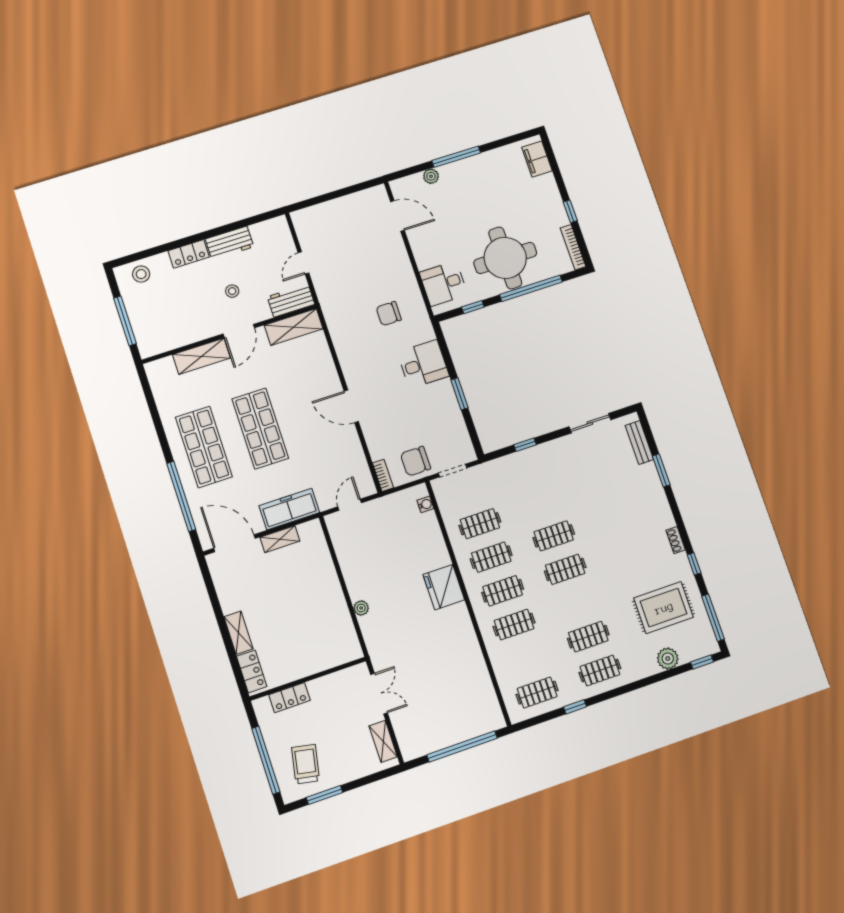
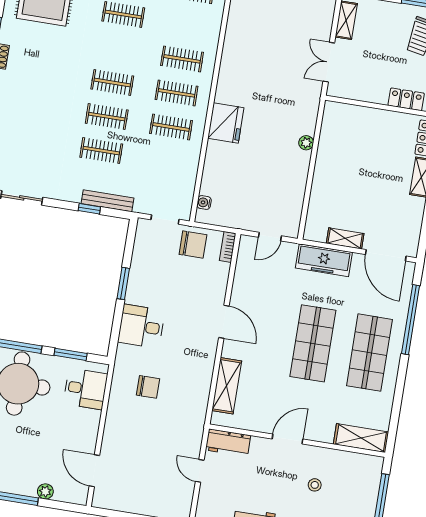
door: (303, 263) -> (200, 471), swing flipped
stool: (232, 291) -> (315, 485), moved
window: (473, 307) -> (71, 354), width x1.50
shelving: (294, 327) -> (227, 386), moved, turned 90
shelving: (201, 356) -> (361, 438), moved
bench: (513, 460) -> (107, 201), added
clothes rail: (480, 524) -> (101, 151), moved

